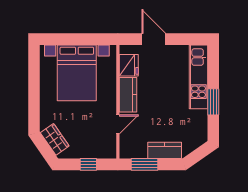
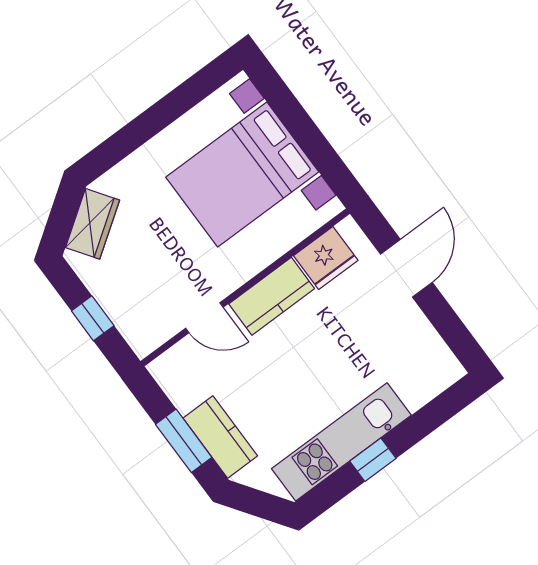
kitchen unit: (198, 77) -> (341, 442), moved
window: (213, 102) -> (373, 460), width x0.67
window: (144, 164) -> (184, 441), moved

